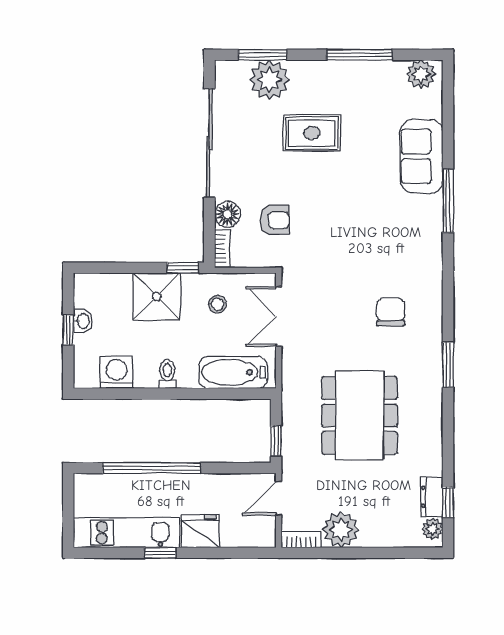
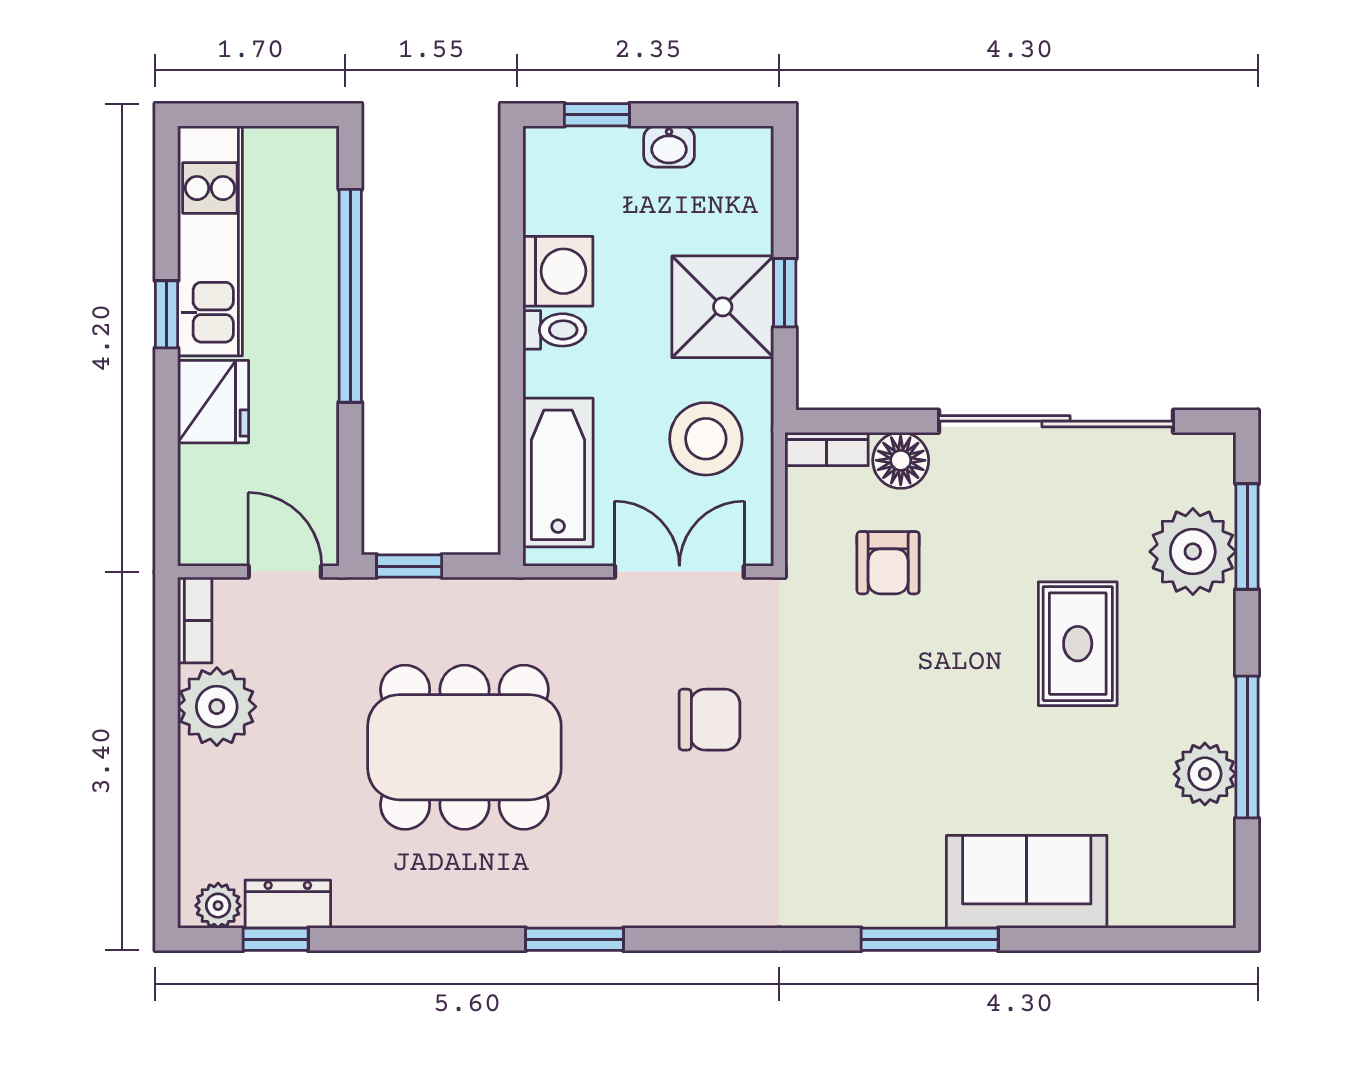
plant: (421, 74) -> (1205, 774), moved
window: (183, 268) -> (785, 293), moved
stool: (218, 304) -> (706, 439), width x1.89, depth x1.89
chair: (391, 312) -> (710, 720), moved
window: (68, 330) -> (597, 115), moved
washing machine: (117, 372) -> (558, 271), moved

